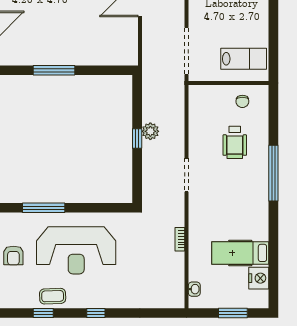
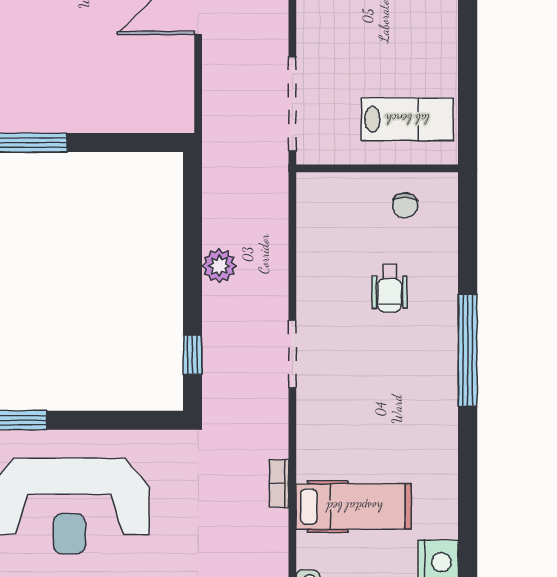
window: (137, 138) -> (192, 355), moved
wheelchair: (235, 142) -> (390, 288), width x0.73, depth x0.73
hospital bed: (240, 253) -> (354, 507), moved, turned 180

